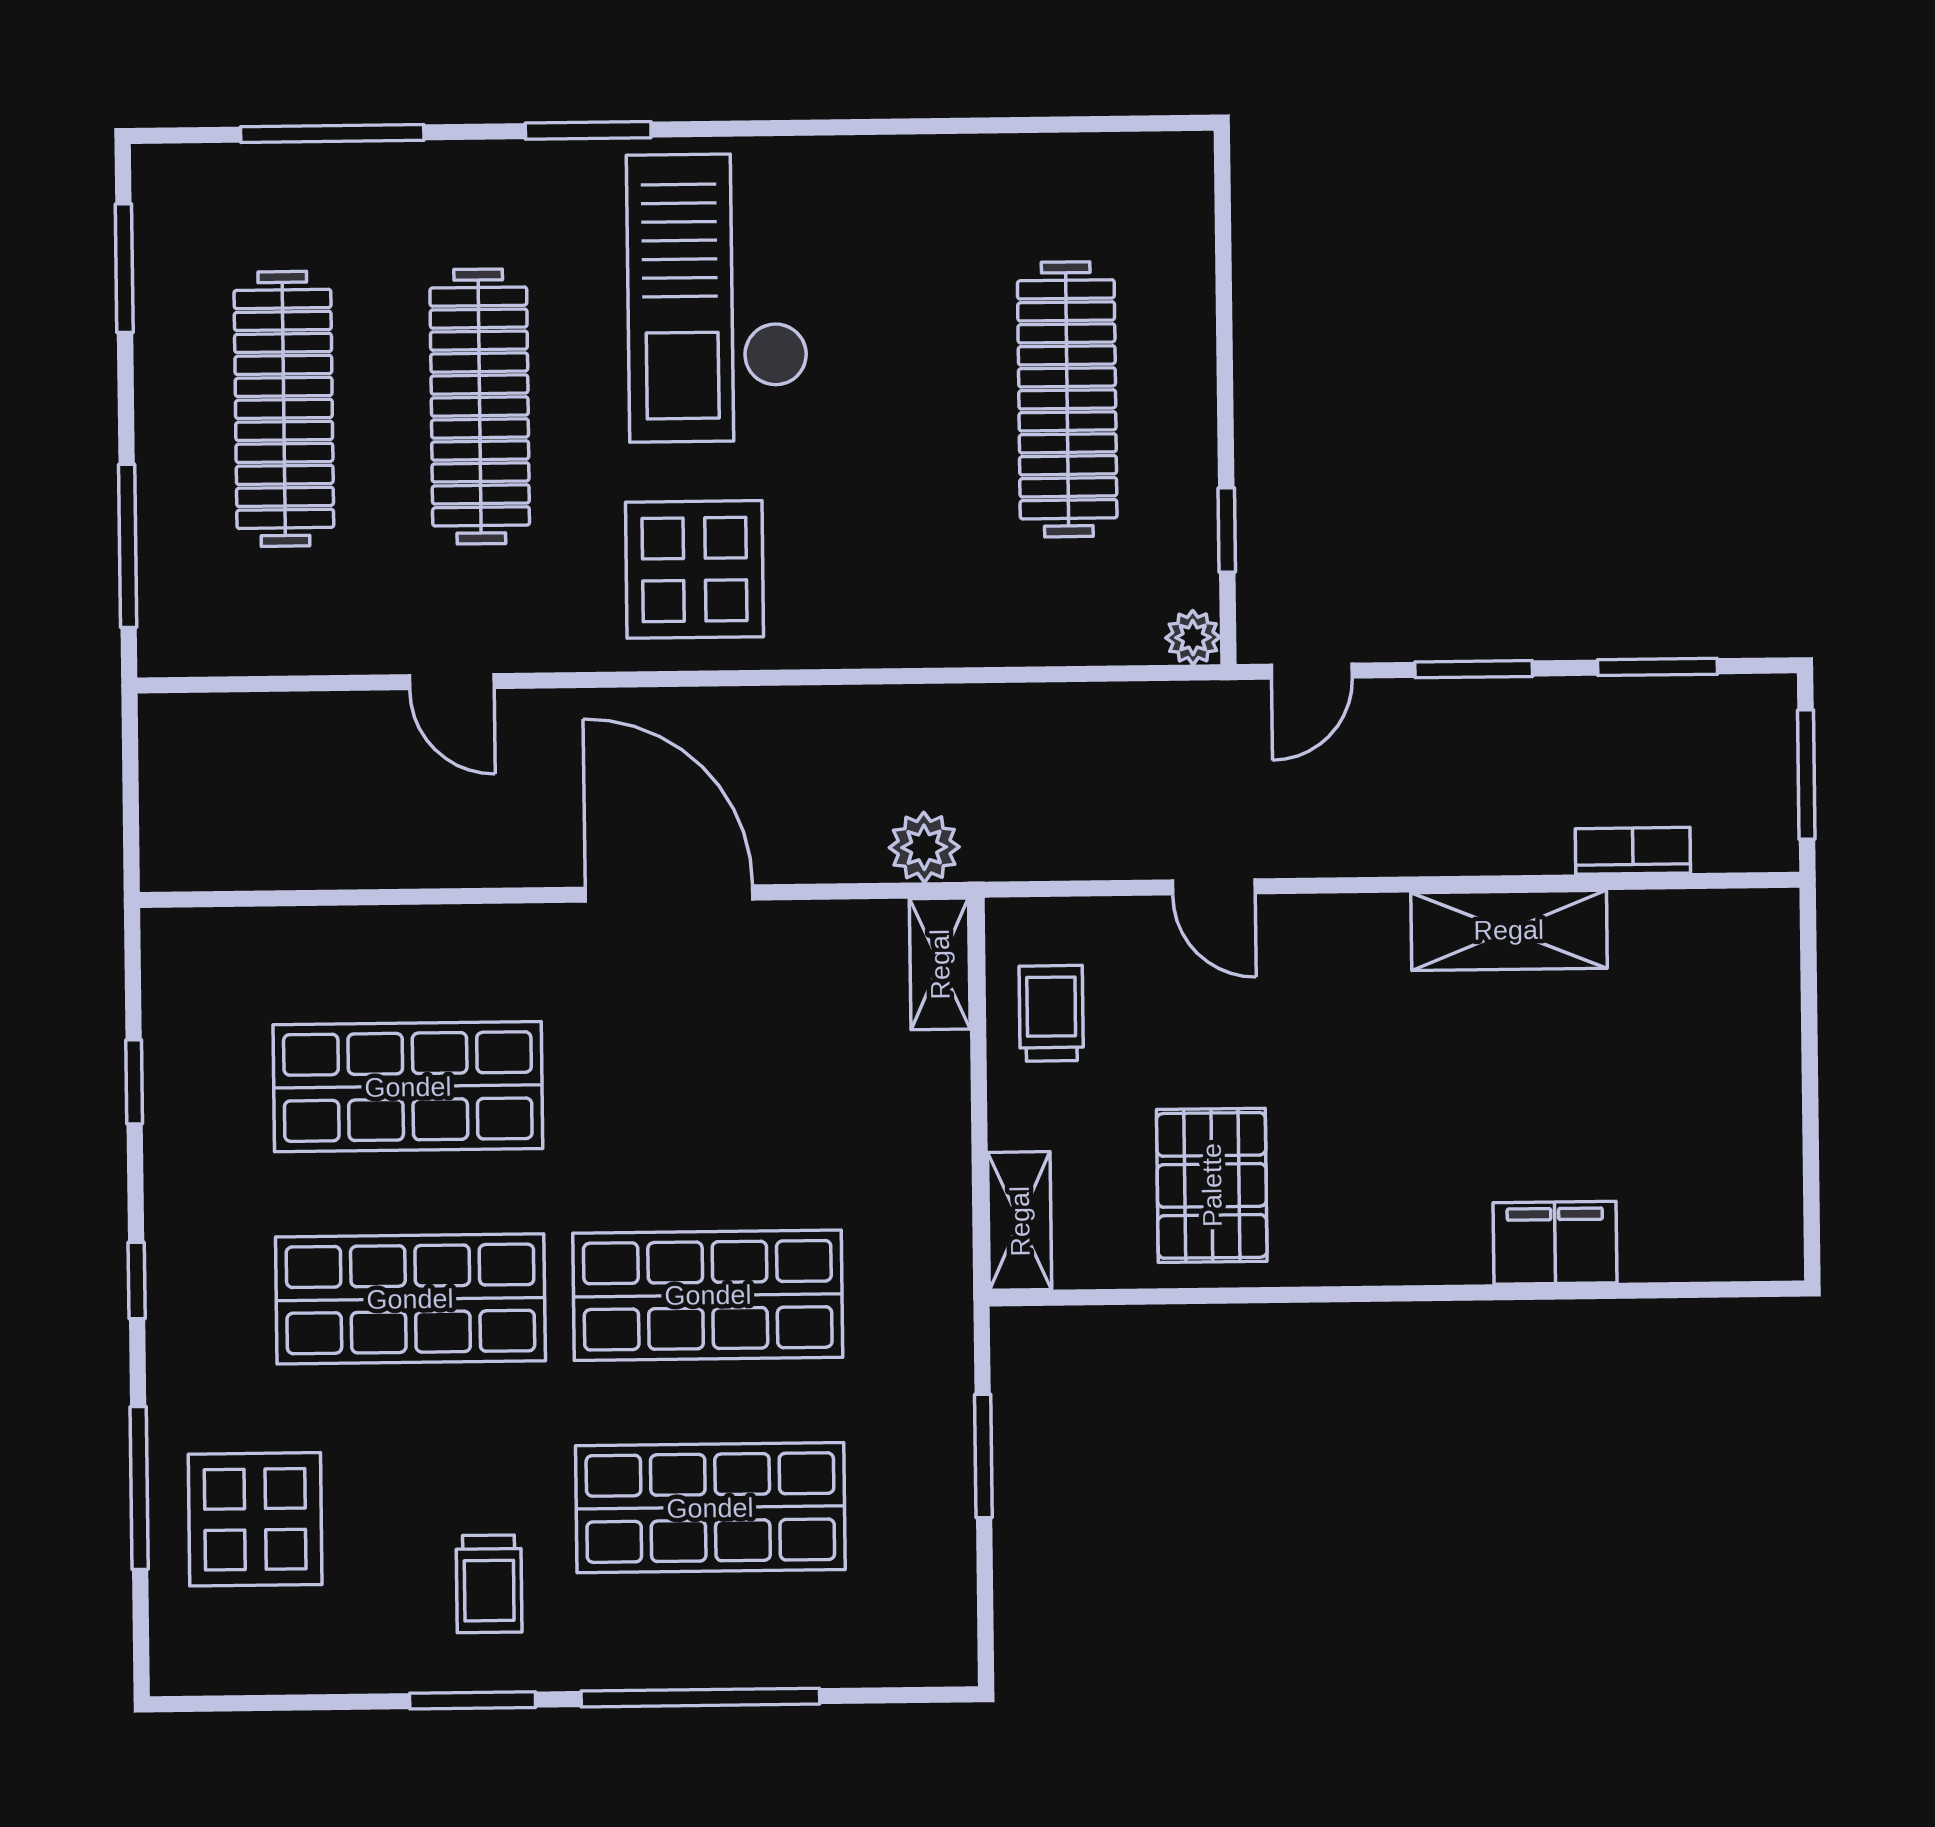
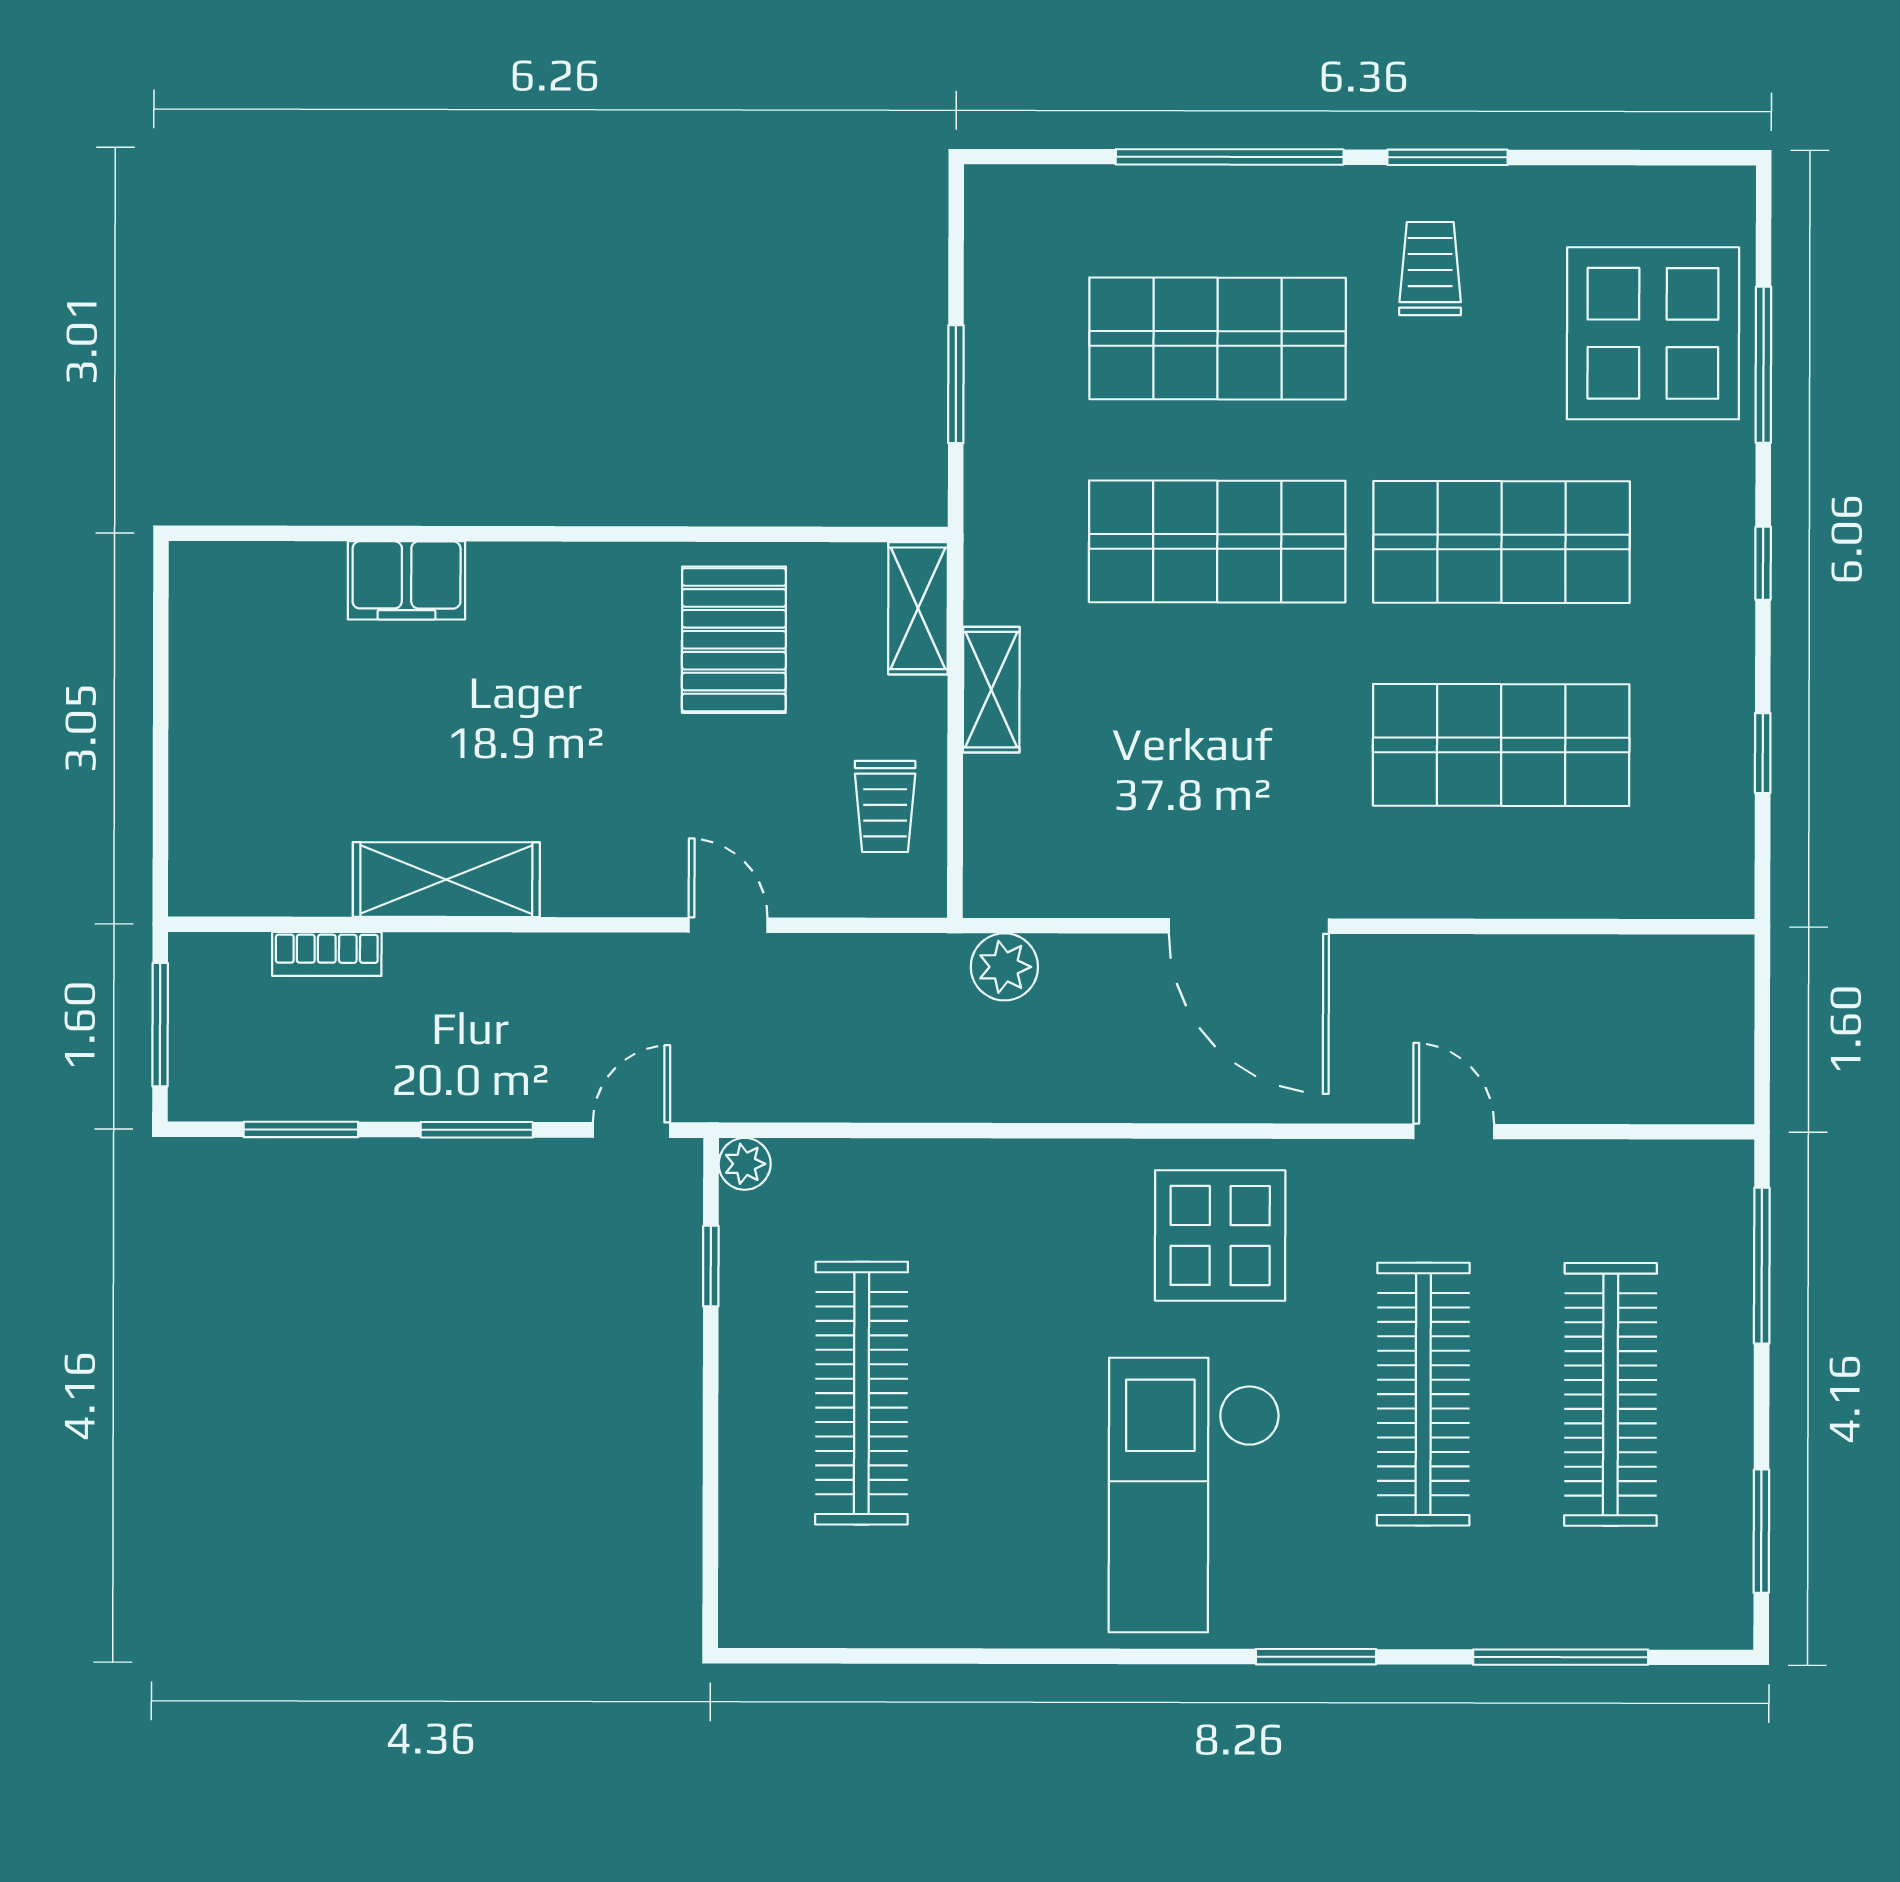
checkout: (718, 298) -> (1194, 1495), turned 180
shelving: (940, 964) -> (991, 690), moved
display table: (255, 1519) -> (1653, 333), width x1.36, depth x1.36

